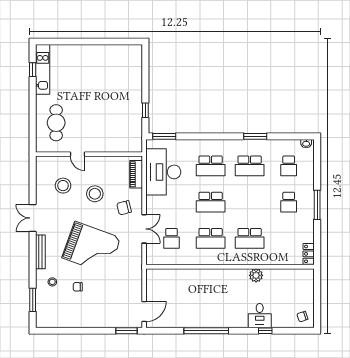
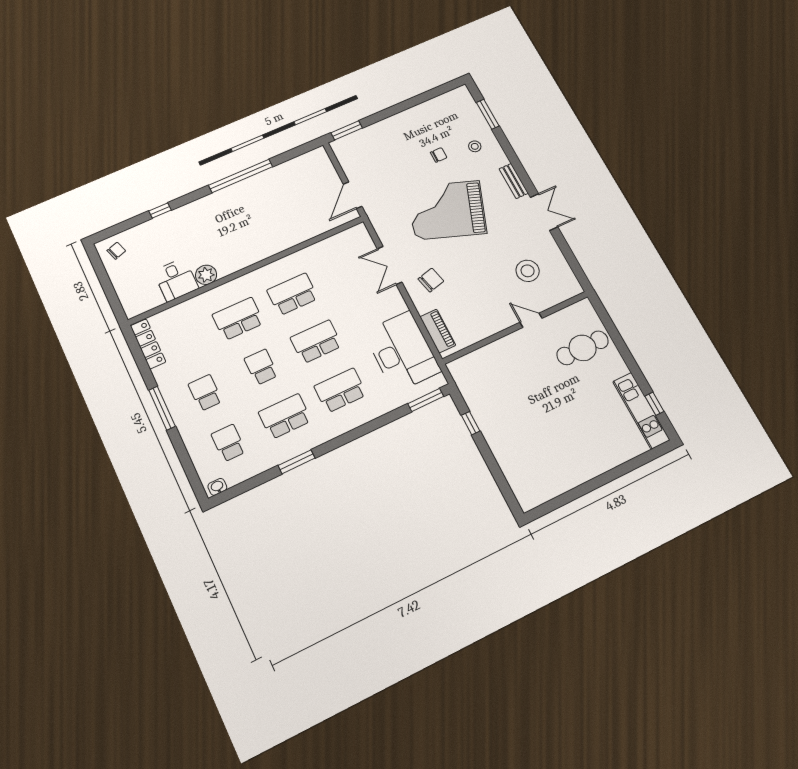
cafe table: (56, 123) -> (583, 348), turned 90
stool: (95, 194) -> (480, 280), removed
school desk: (171, 238) -> (261, 367), moved
bench: (40, 252) -> (514, 181), width x0.73
locker: (309, 254) -> (148, 344), width x1.53
door: (144, 311) -> (353, 195), moved
desk: (260, 316) -> (176, 280), moved, turned 180

